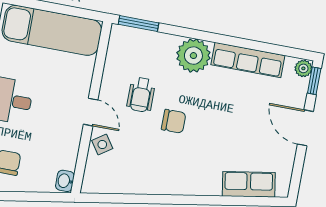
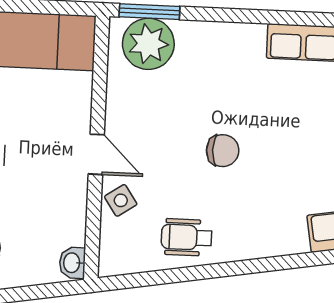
plant: (193, 56) -> (148, 44), moved
wheelchair: (141, 95) -> (187, 237), moved, turned 90

